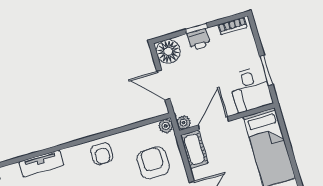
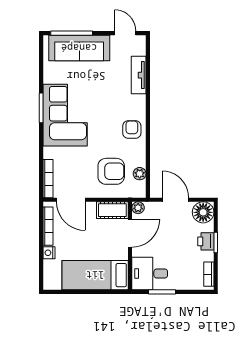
door: (163, 85) -> (175, 200), hinge flipped
door: (213, 123) -> (130, 233), hinge flipped
plant: (166, 126) -> (140, 174), moved
armchair: (102, 154) -> (132, 130), turned 90

